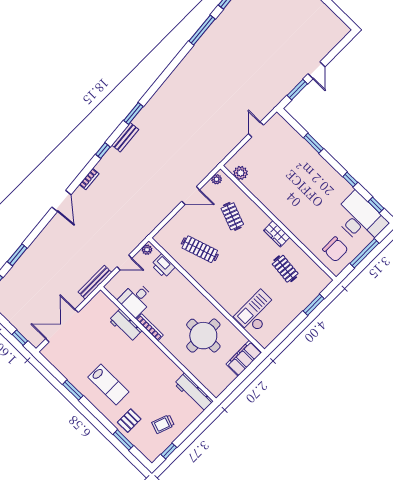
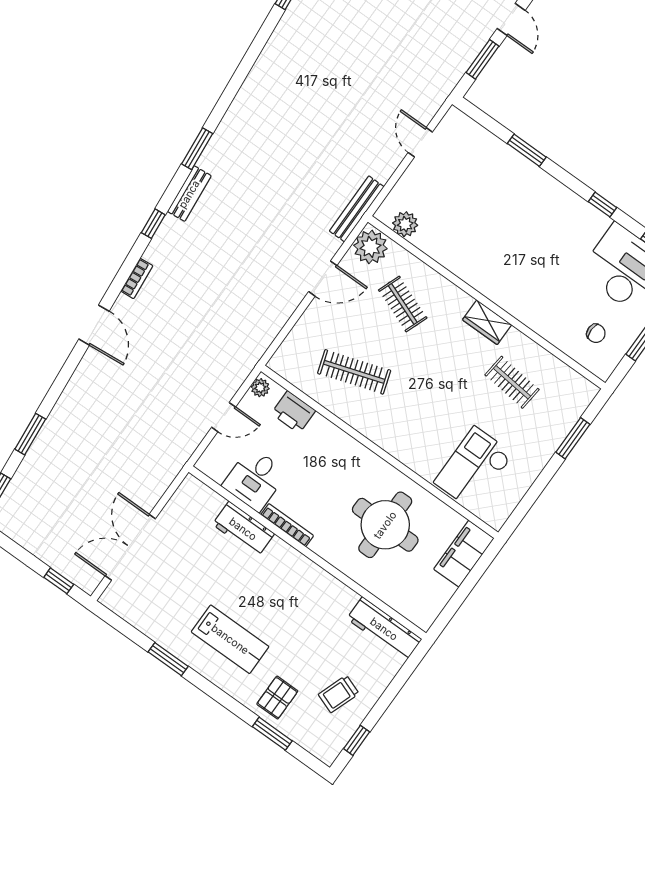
plant: (216, 179) -> (370, 247), width x1.88, depth x1.88
chair: (335, 249) -> (596, 333), width x0.54, depth x0.54
bench: (95, 282) -> (357, 209), moved

